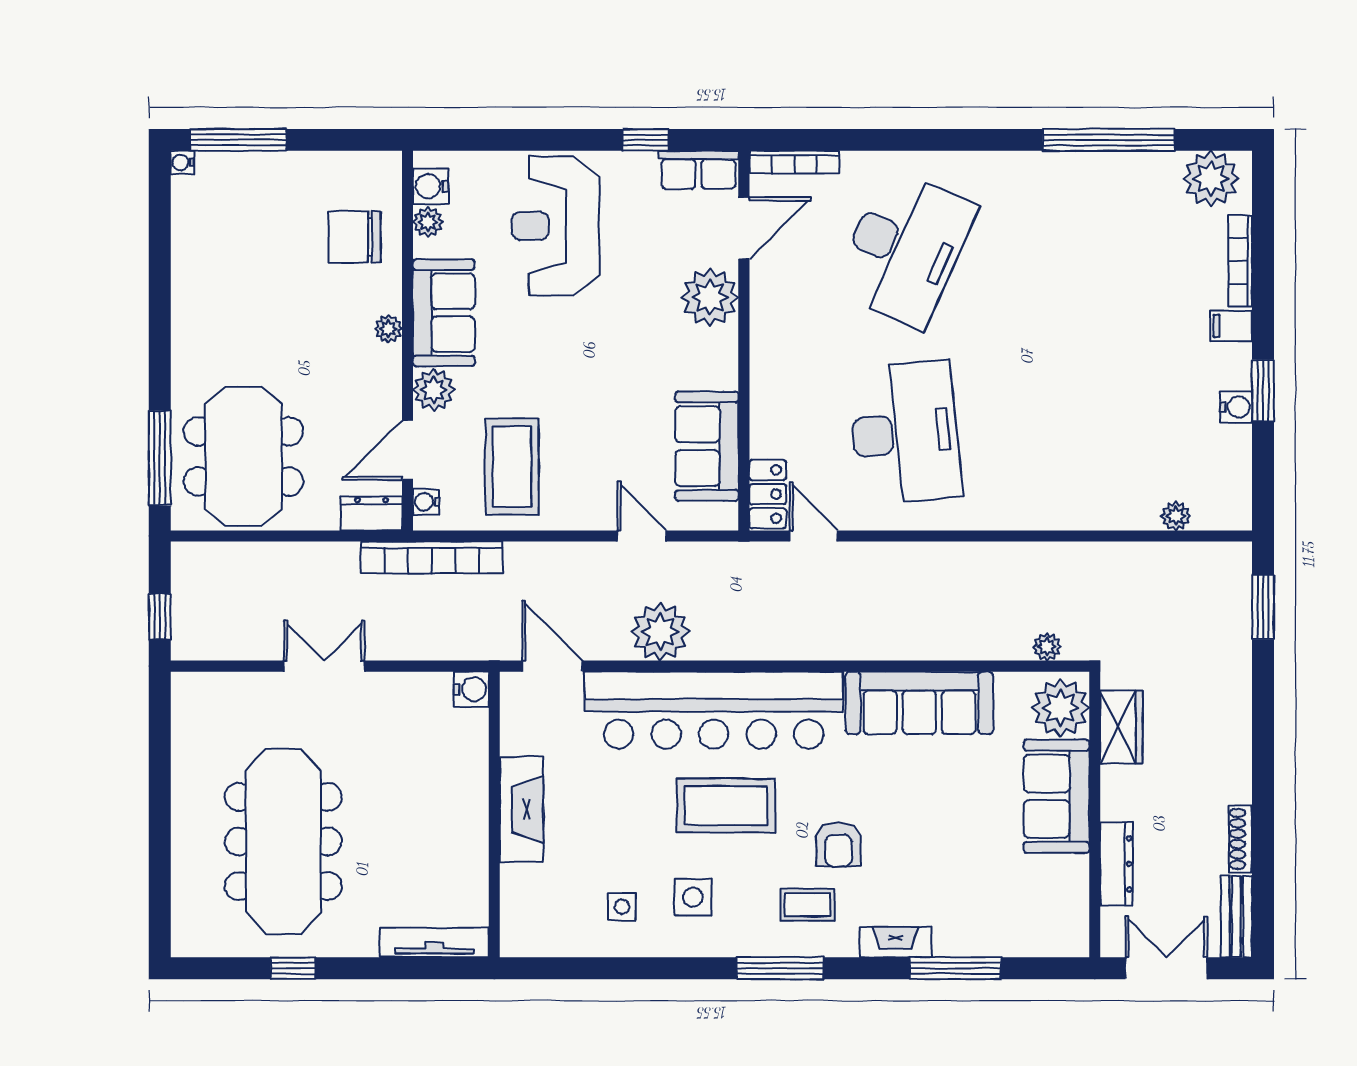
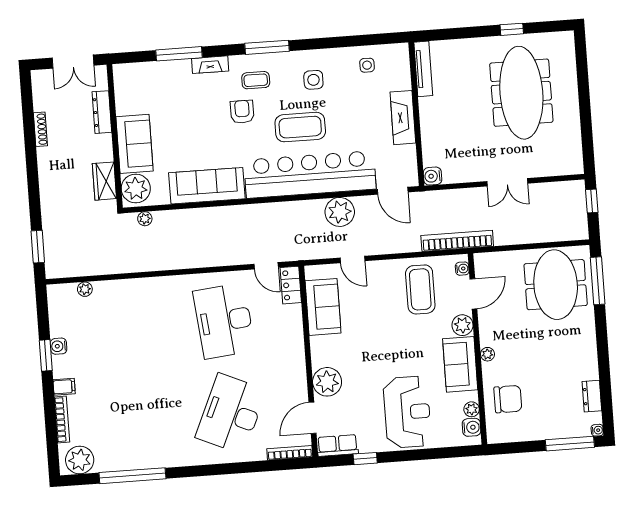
dresser: (372, 513) -> (592, 396), moved, turned 90
side table: (622, 907) -> (367, 65), moved
bench: (1236, 916) -> (40, 90), removed
tv unit: (434, 943) -> (423, 69), moved, turned -90

